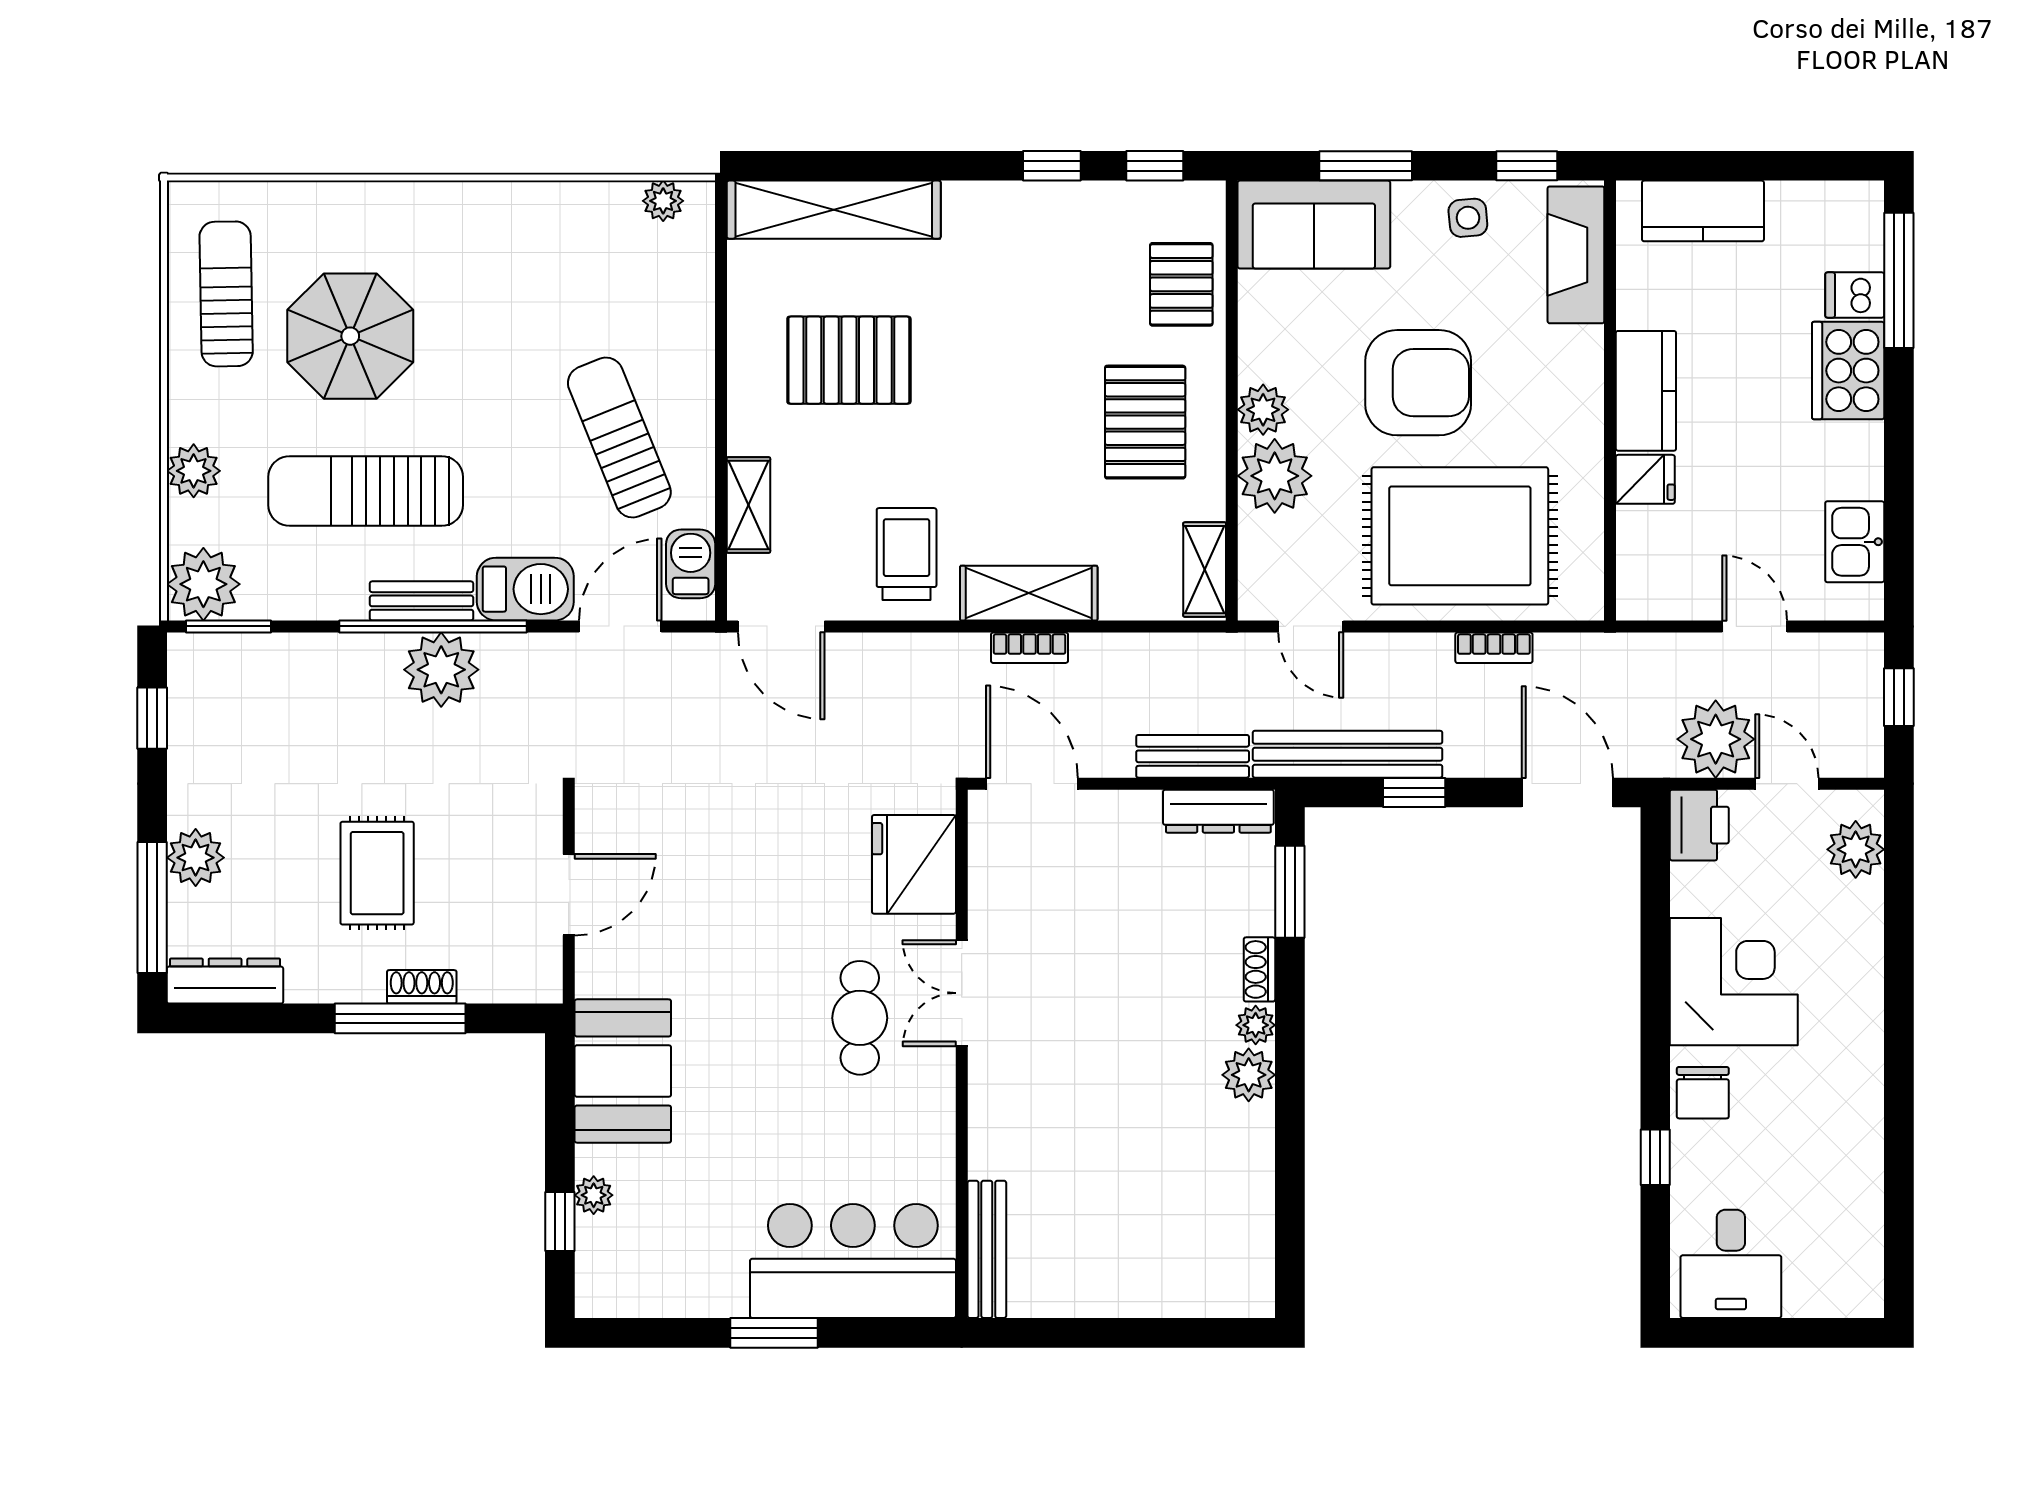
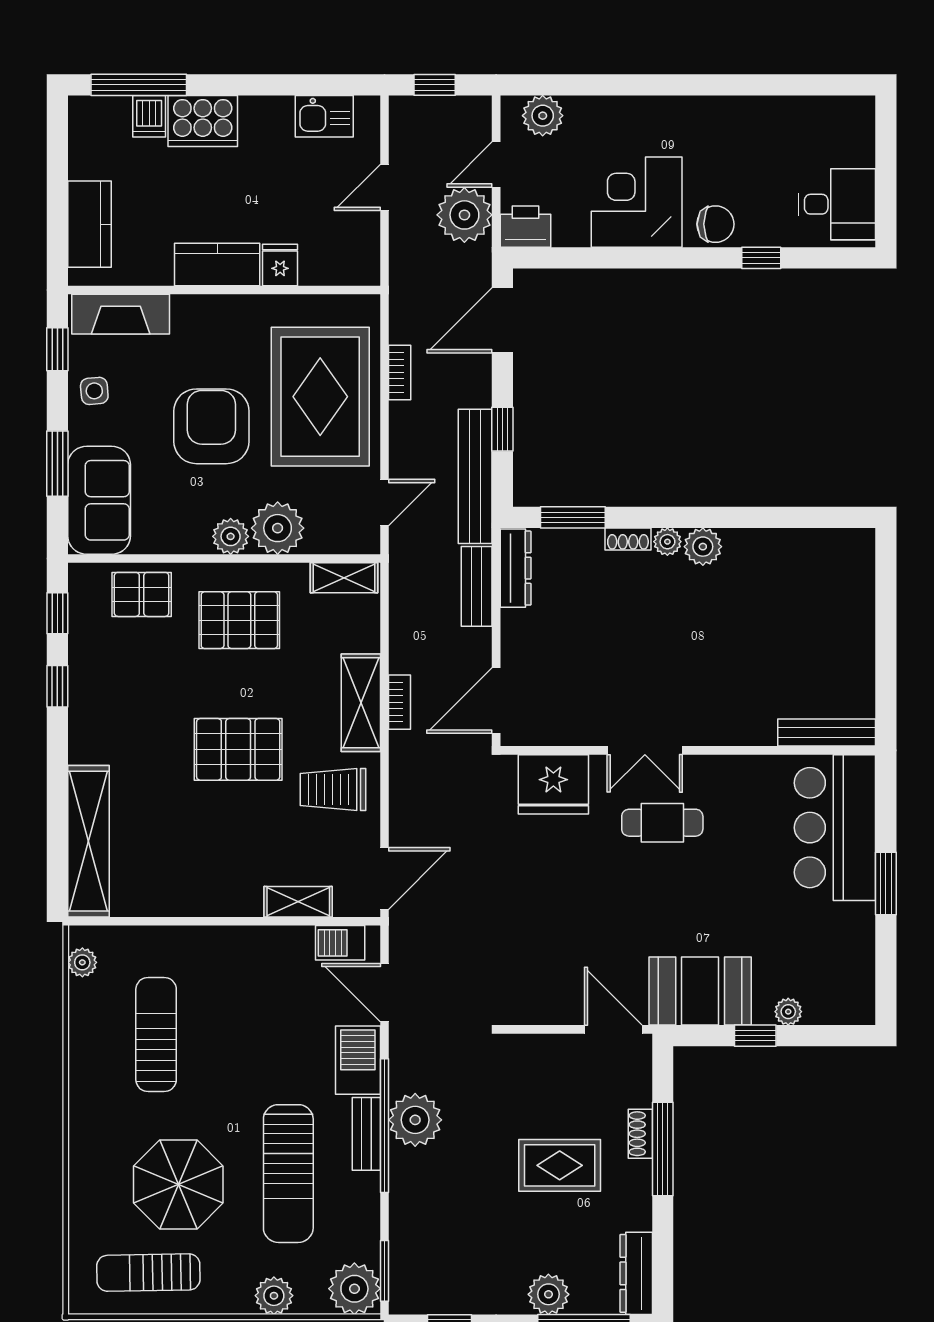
pallet: (849, 360) -> (238, 749), moved, turned 90
sun lounger: (619, 437) -> (156, 1034), moved, turned 112
door: (569, 895) -> (613, 1029), moved
window: (560, 1221) -> (755, 1036), moved

